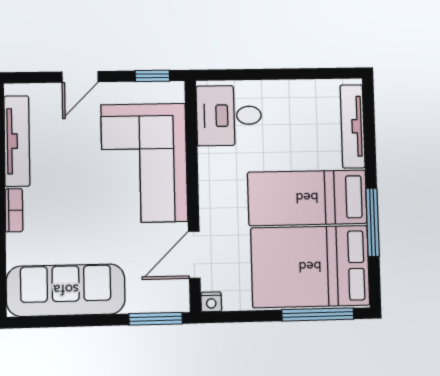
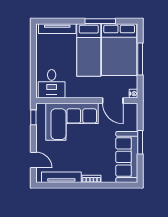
door: (80, 77) -> (33, 160), moved
window: (318, 314) -> (140, 59), moved
window: (156, 319) -> (140, 142), moved

